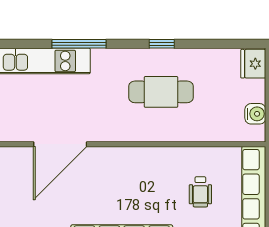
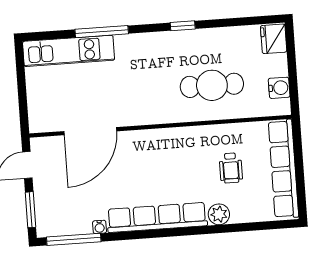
cafe table: (161, 92) -> (212, 85), moved

